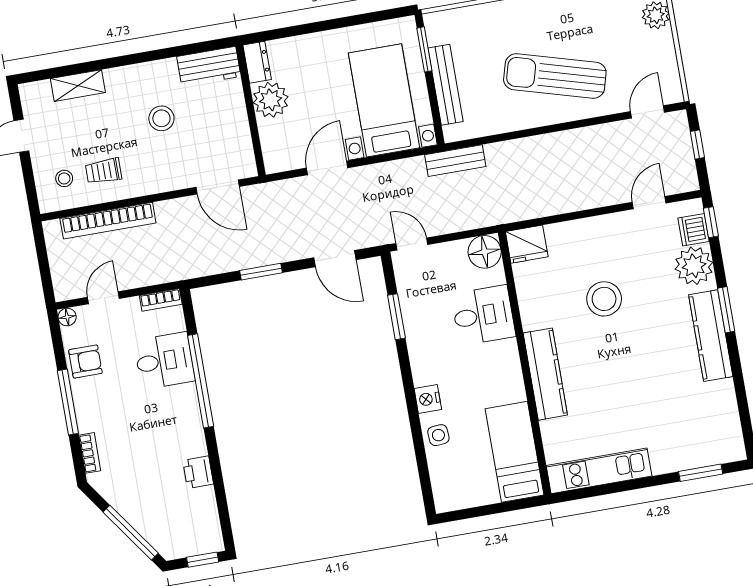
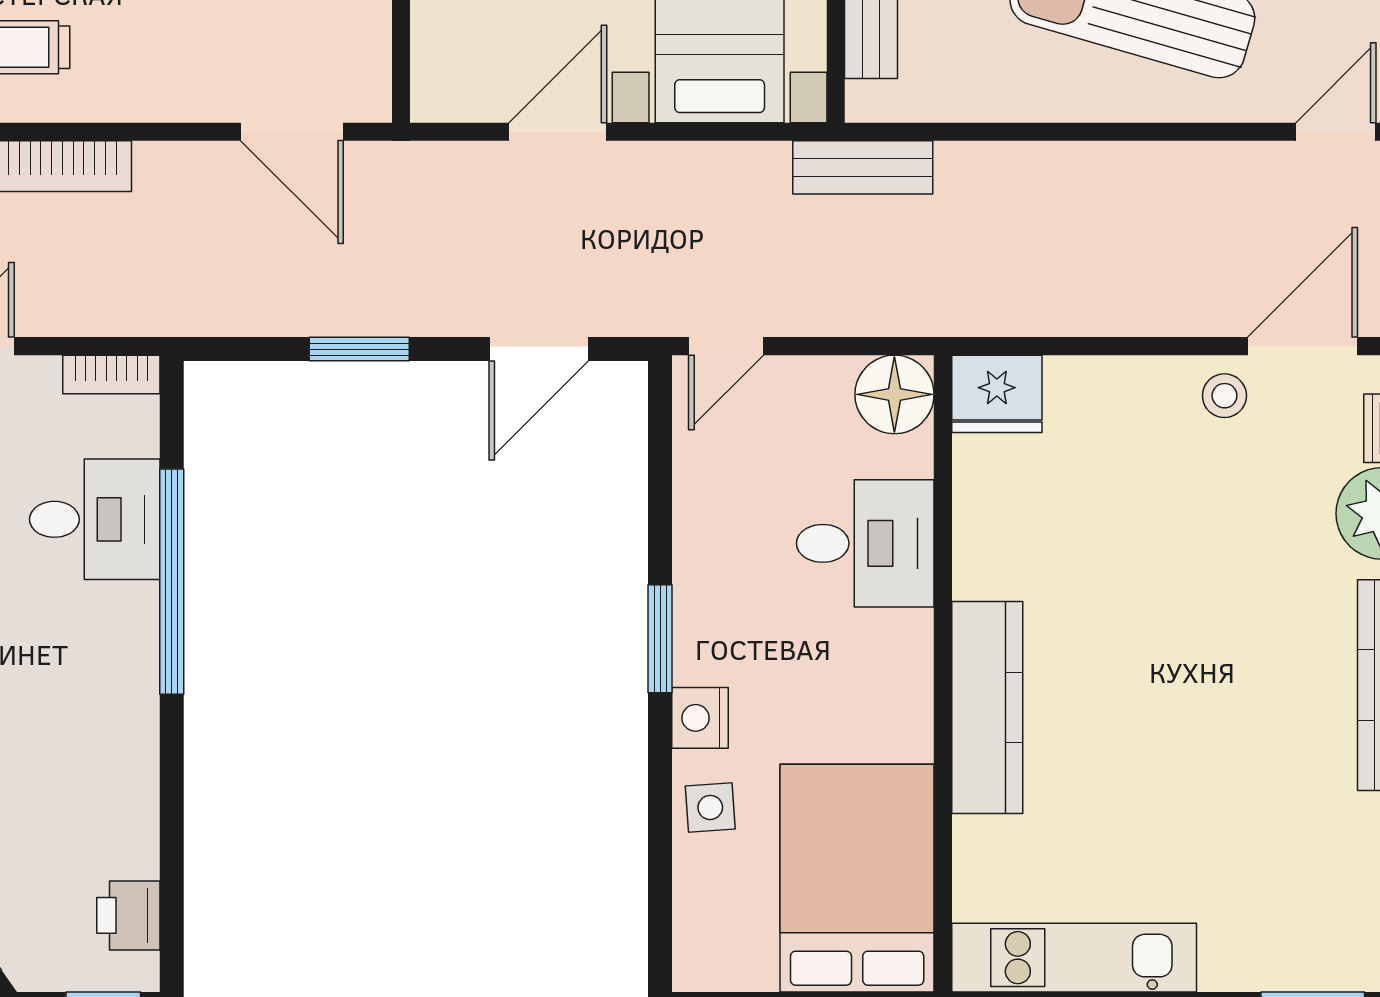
door: (649, 203) -> (1303, 346), width x1.38
door: (412, 244) -> (726, 346), swing flipped
door: (335, 259) -> (539, 349), hinge flipped
stool: (604, 299) -> (1224, 396), moved, width x0.53, depth x0.53
window: (396, 317) -> (660, 639), moved
bed: (515, 452) -> (857, 878), width x1.50
printer: (198, 472) -> (128, 915), moved

